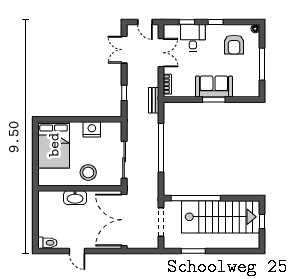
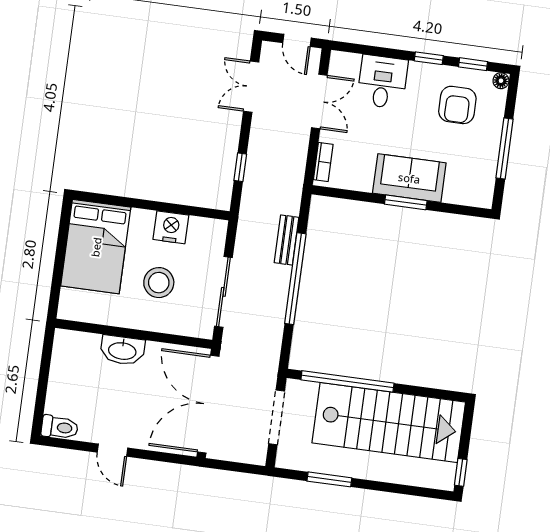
window: (187, 22) -> (473, 64), moved
bench: (154, 100) -> (287, 240), moved
stool: (88, 173) -> (159, 283), moved
window: (262, 221) -> (461, 472), moved

